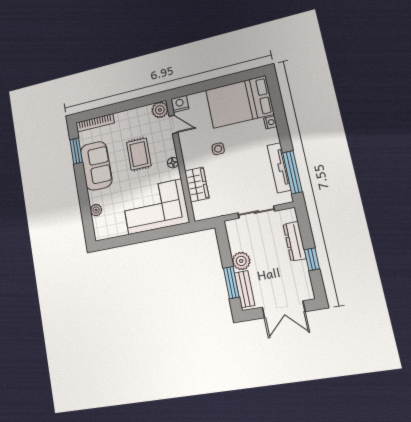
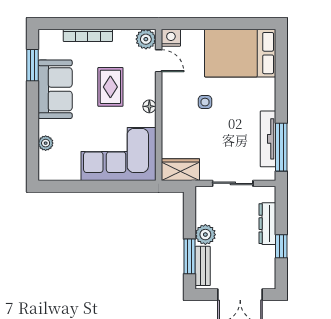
nightstand: (270, 122) -> (269, 85), removed
bookcase: (95, 123) -> (88, 35), moved
wardrobe: (197, 185) -> (180, 170), moved, turned -90

